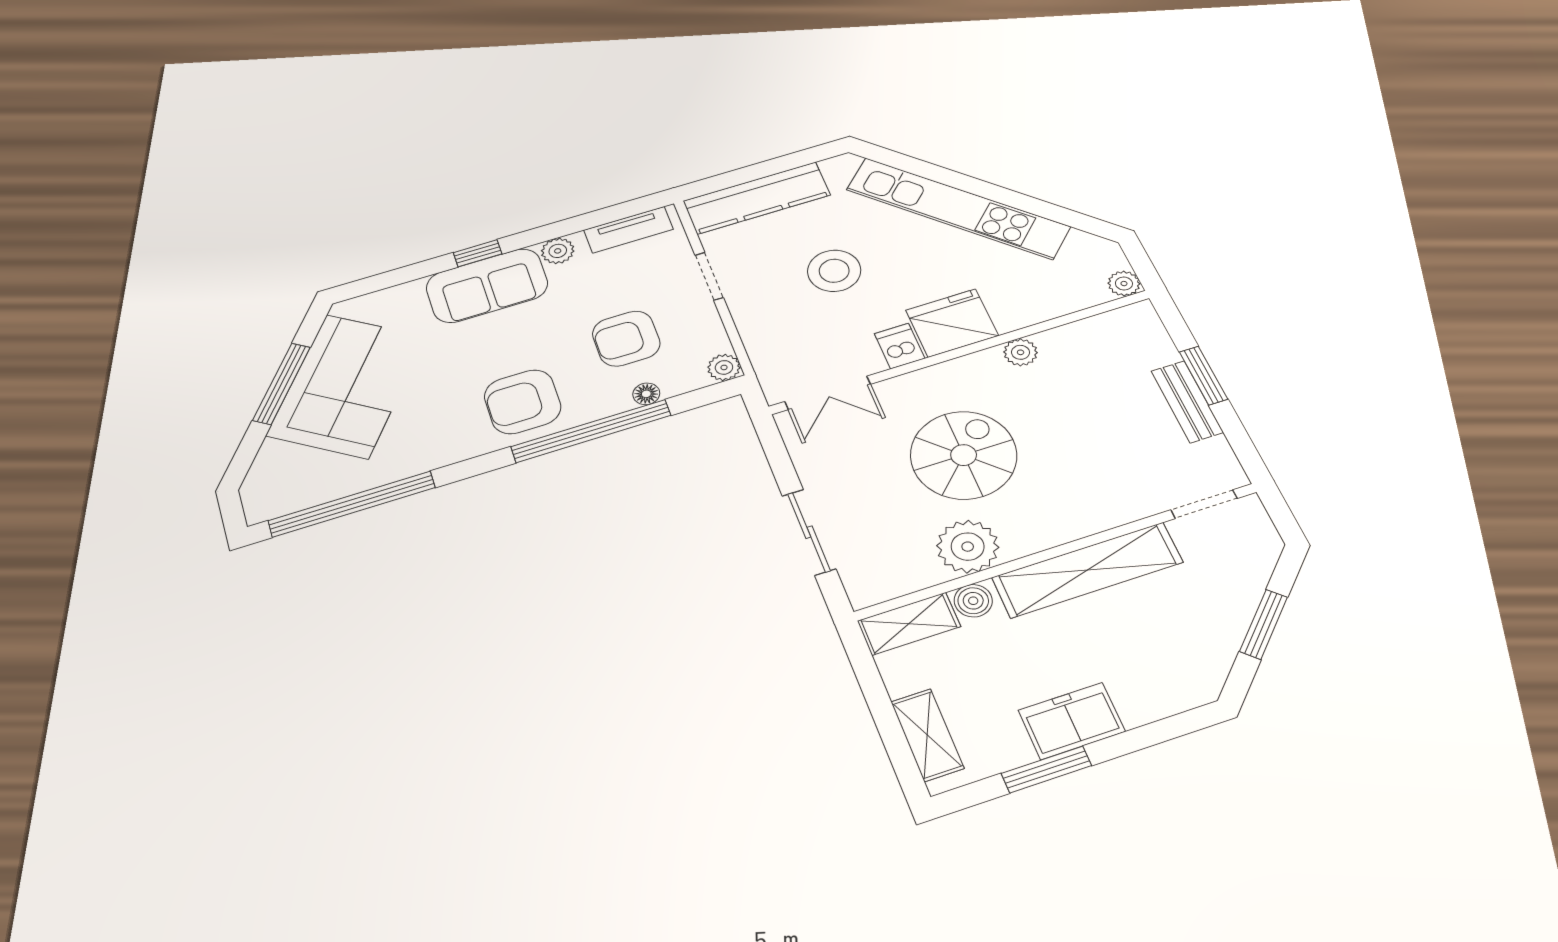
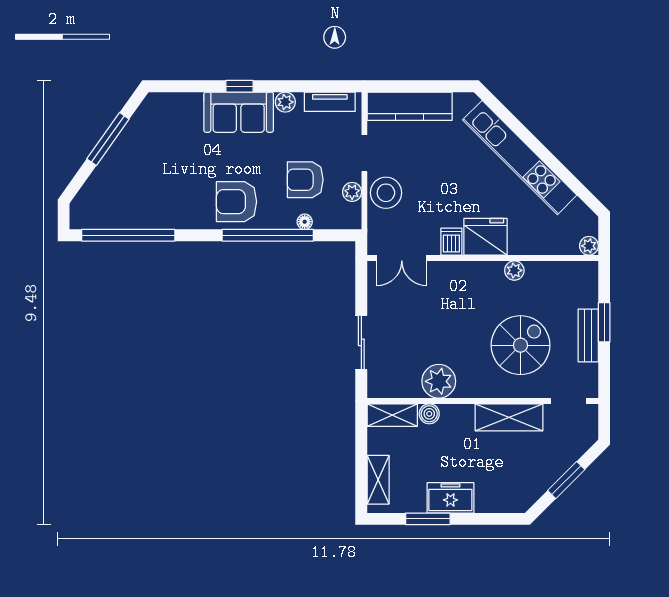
stool: (834, 271) -> (386, 193), moved
plant: (724, 367) -> (352, 192), moved
corner sofa: (347, 386) -> (144, 154), removed
spiral stairs: (964, 455) -> (520, 345), moved
shelving: (1087, 570) -> (509, 417), width x0.68

